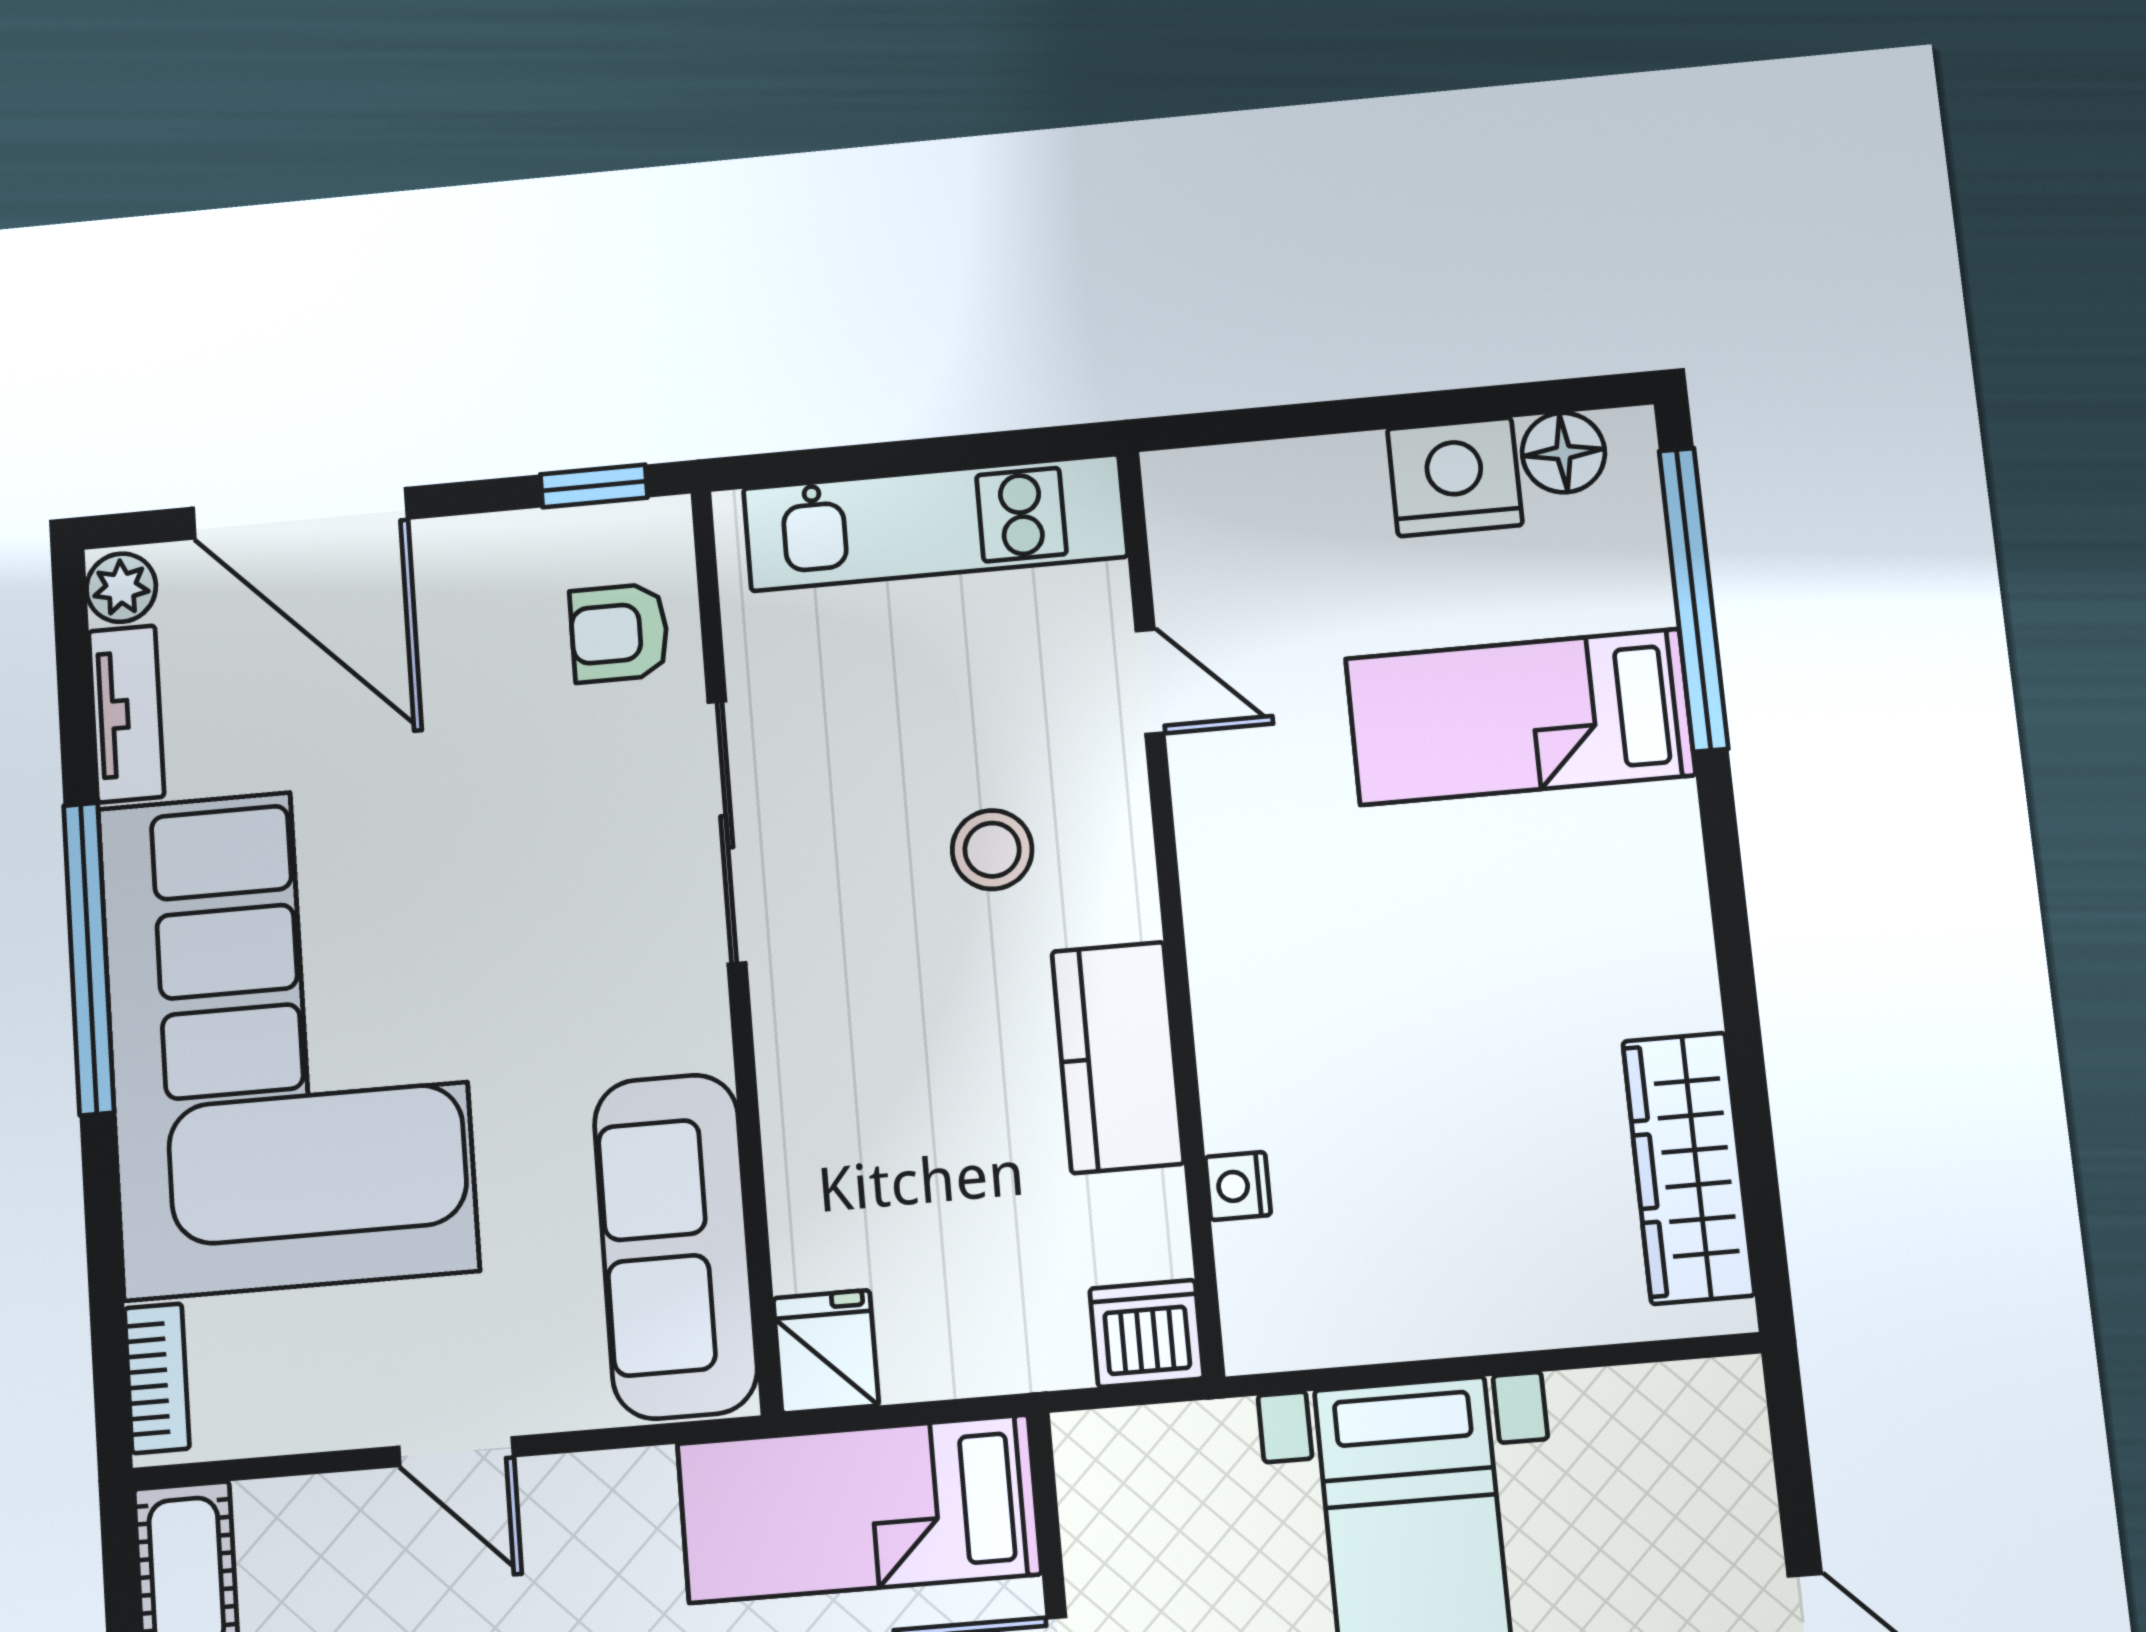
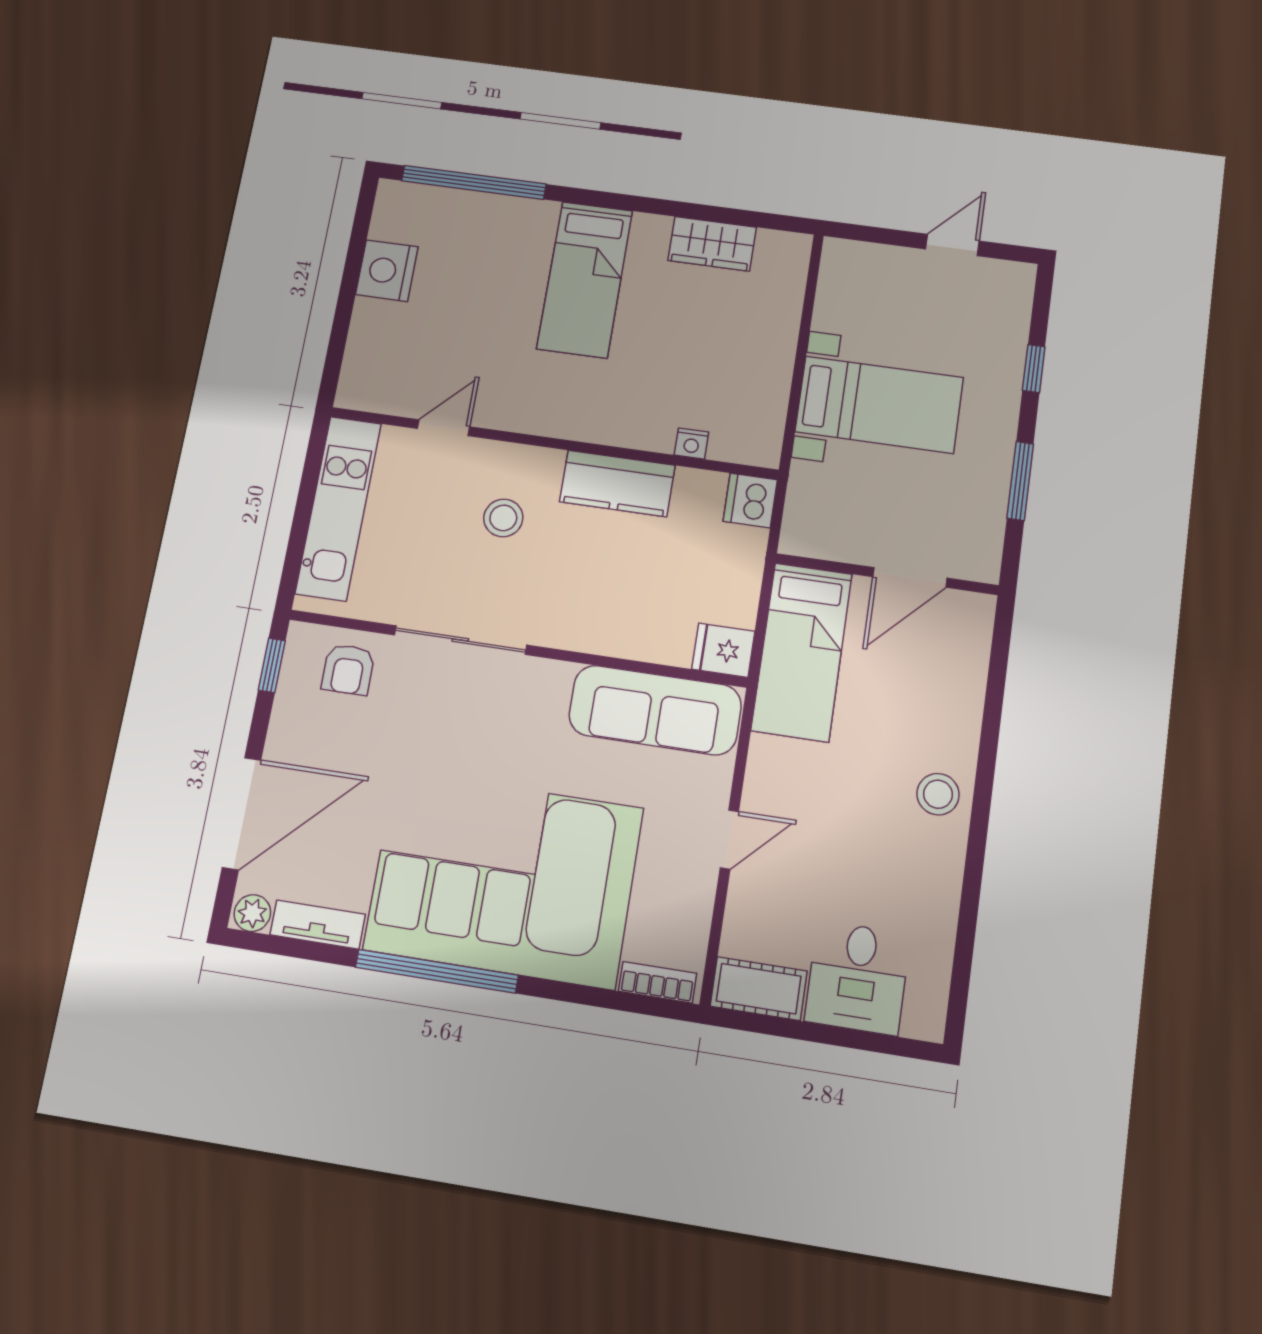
floor lamp: (1563, 453) -> (390, 221), removed
bed: (1520, 717) -> (585, 279), moved
wardrobe: (1688, 1168) -> (712, 244), width x0.67

